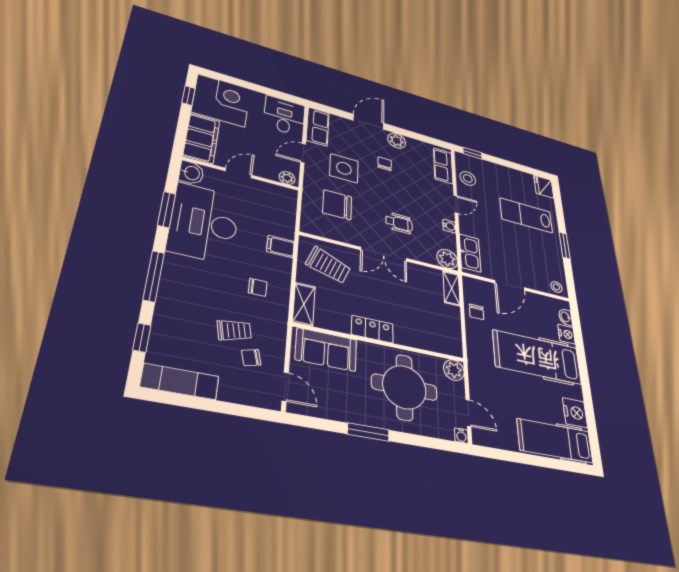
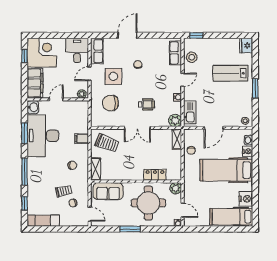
plant: (397, 141) -> (145, 44), removed
locker: (372, 329) -> (155, 175), moved

